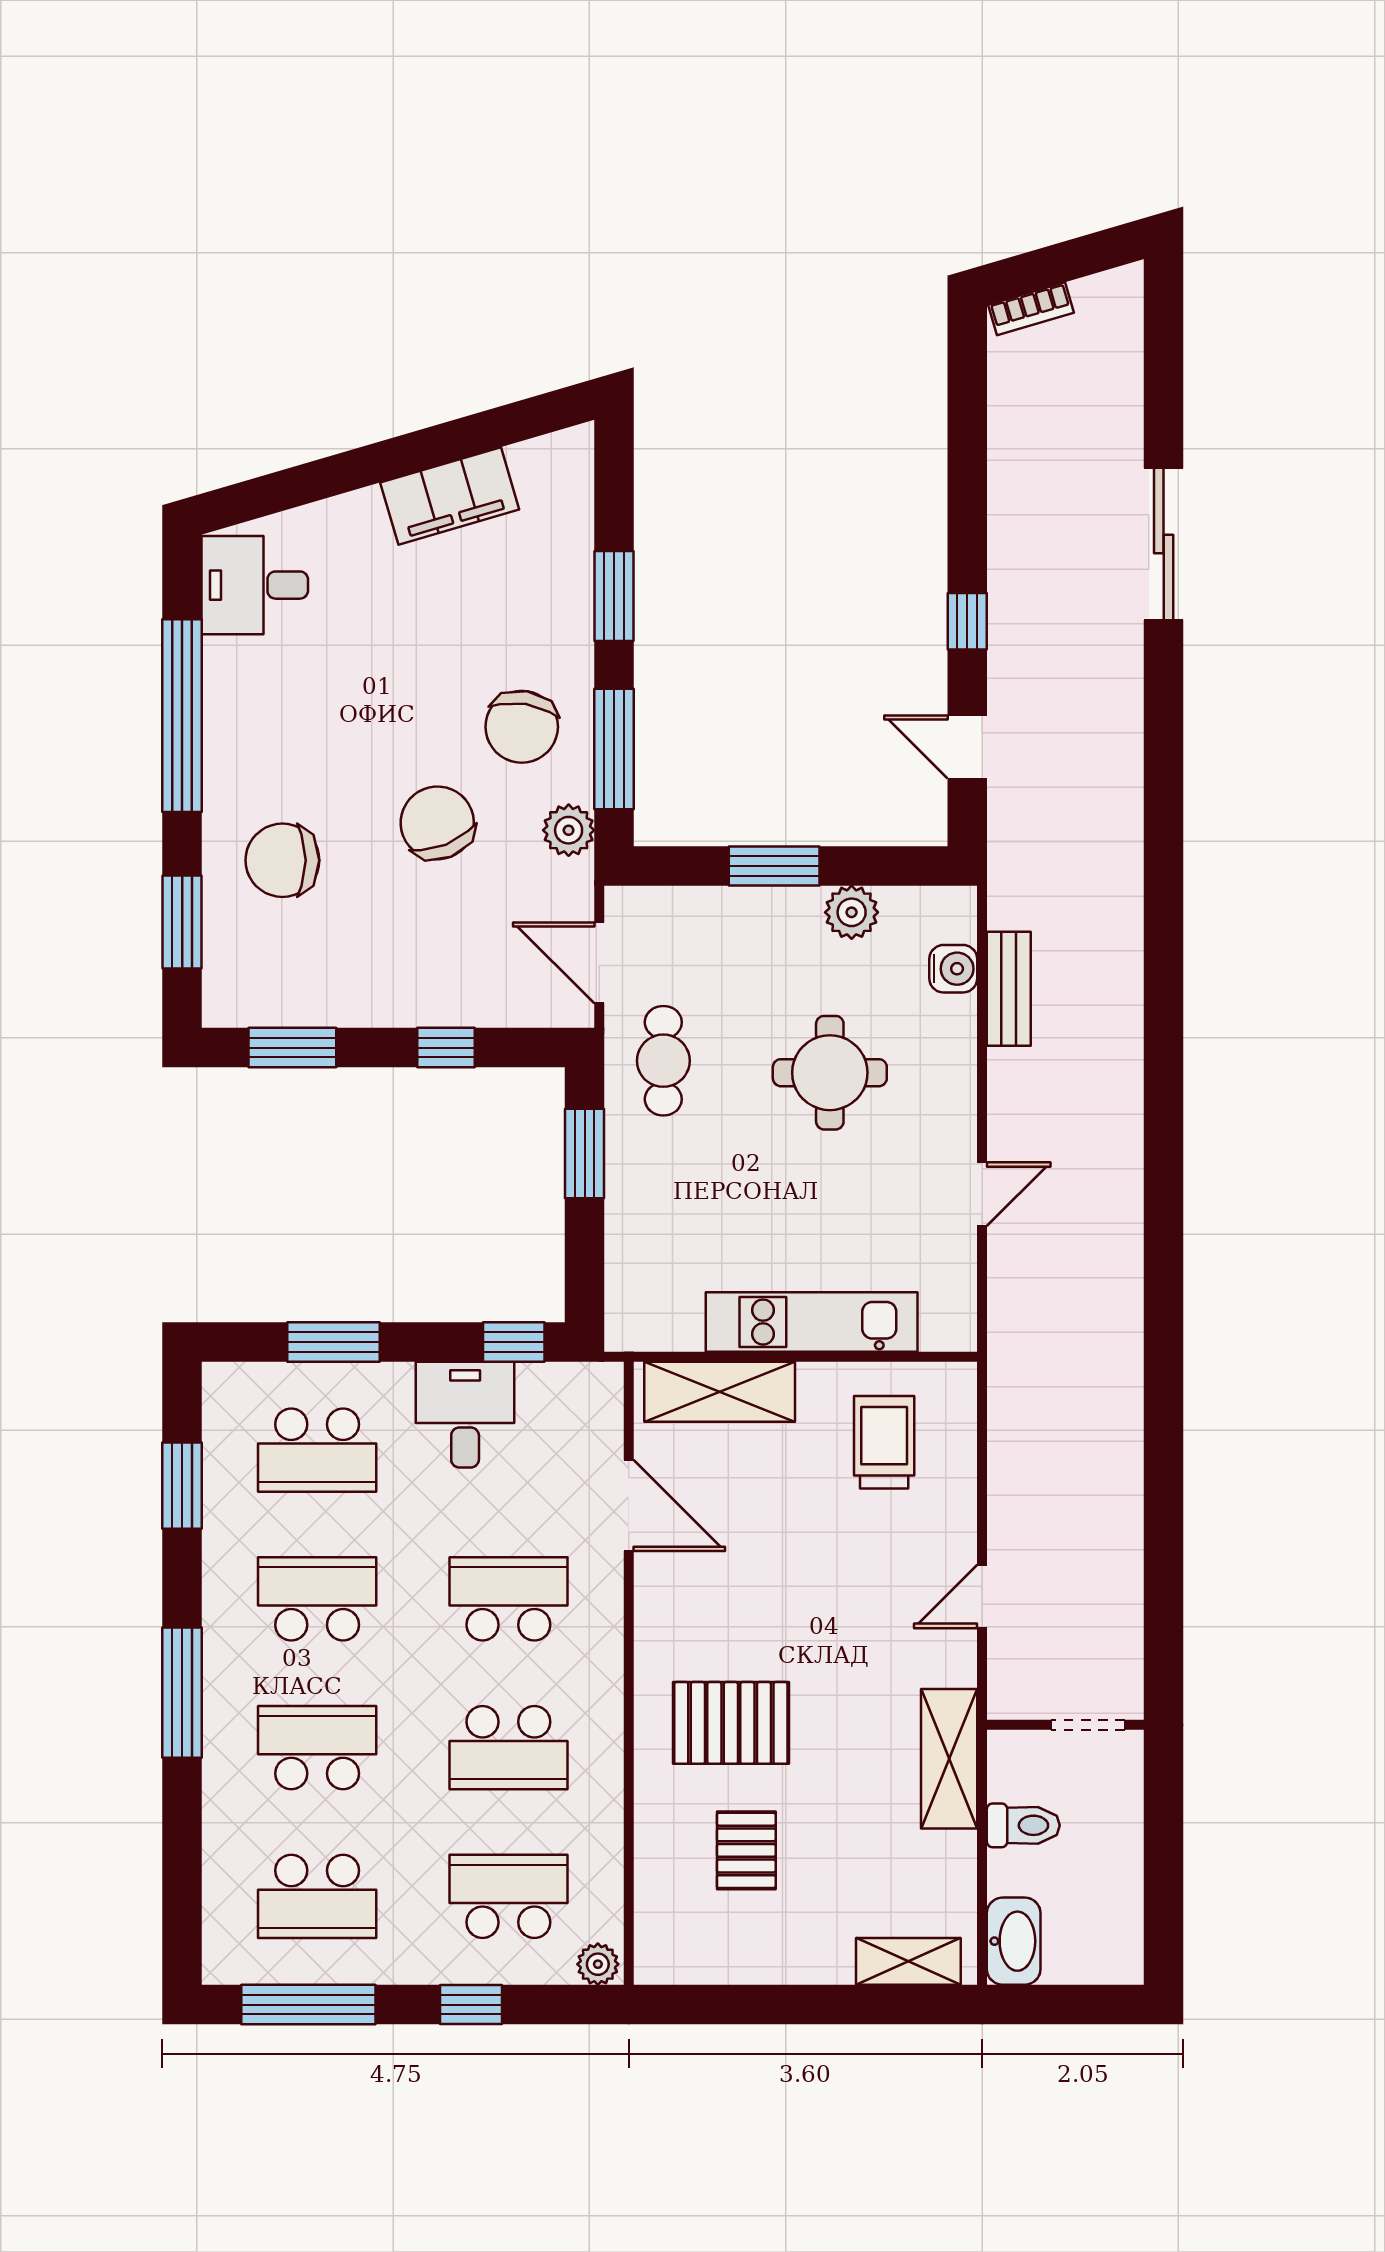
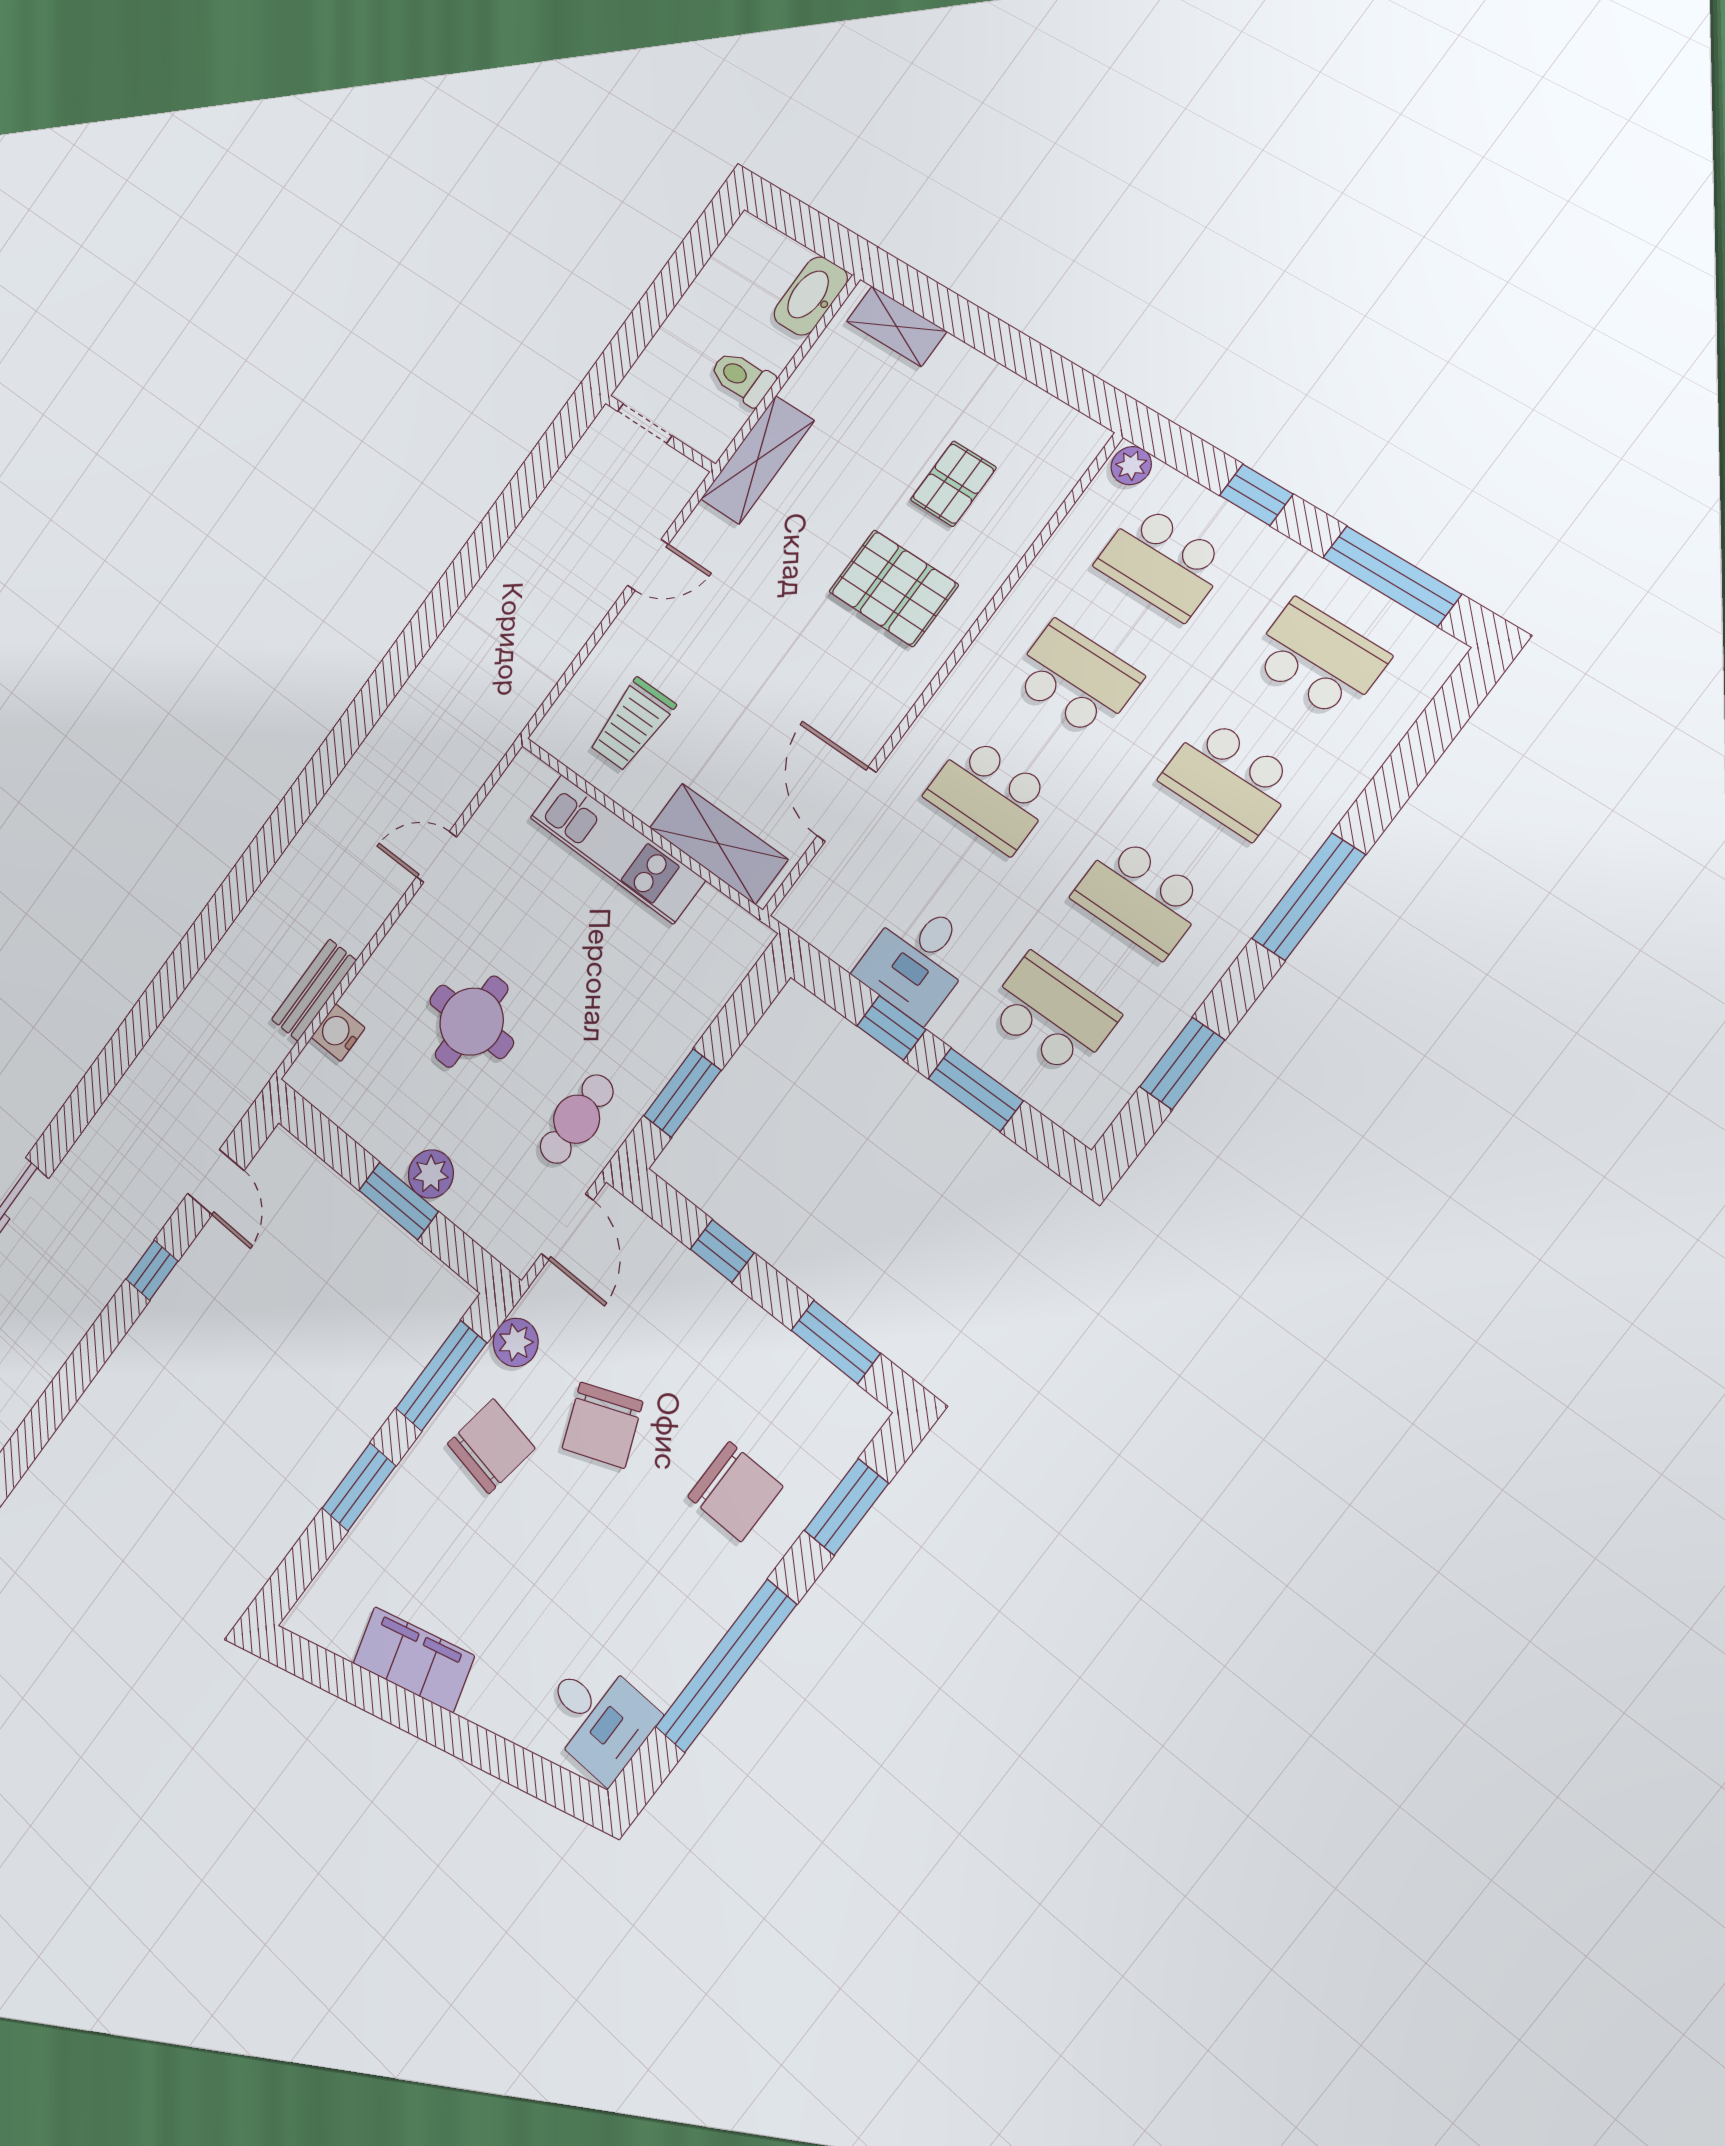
plant: (852, 912) -> (431, 1174), moved
window: (514, 1342) -> (891, 1028), moved

